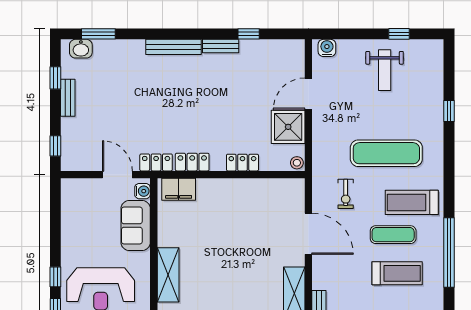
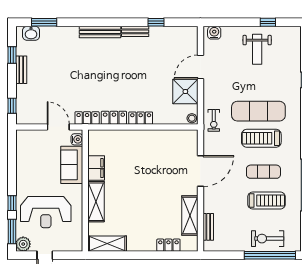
locker: (242, 163) -> (141, 118), moved
filing cabinet: (179, 189) -> (96, 168), moved, turned -90
exercise bike: (346, 194) -> (214, 120), moved
treadmill: (412, 202) -> (261, 138), moved
door: (308, 234) -> (200, 171), hinge flipped

